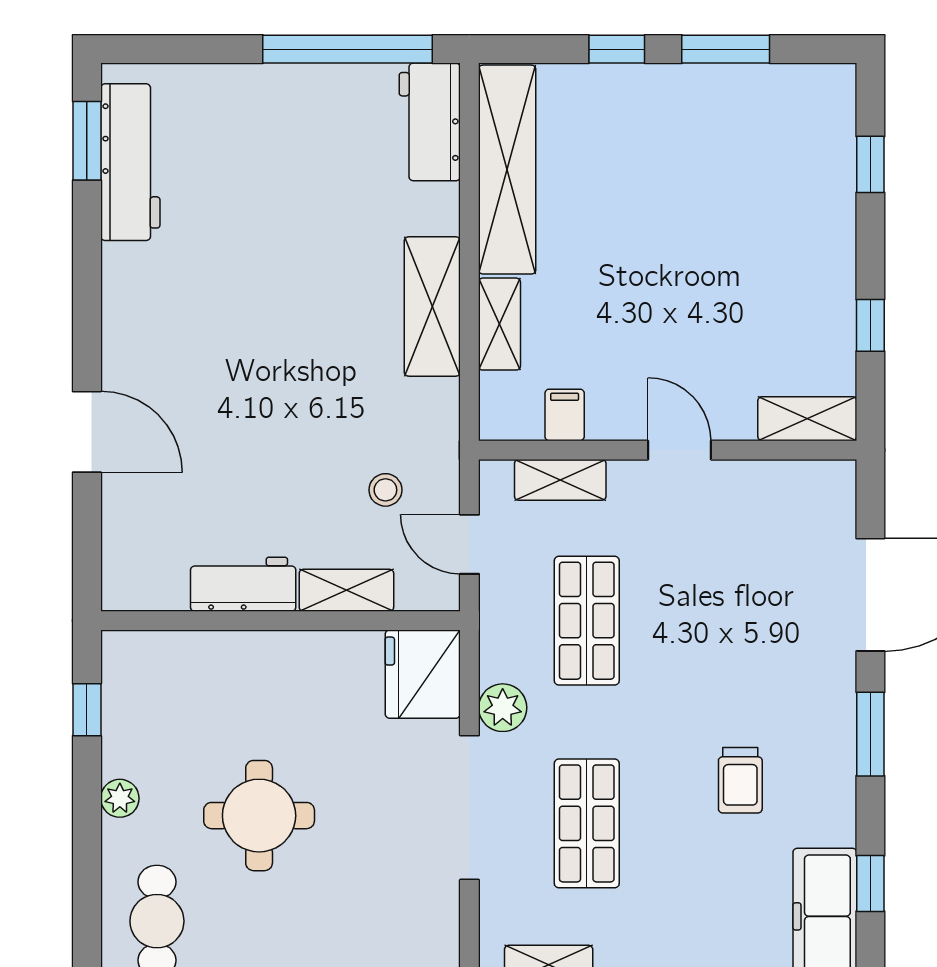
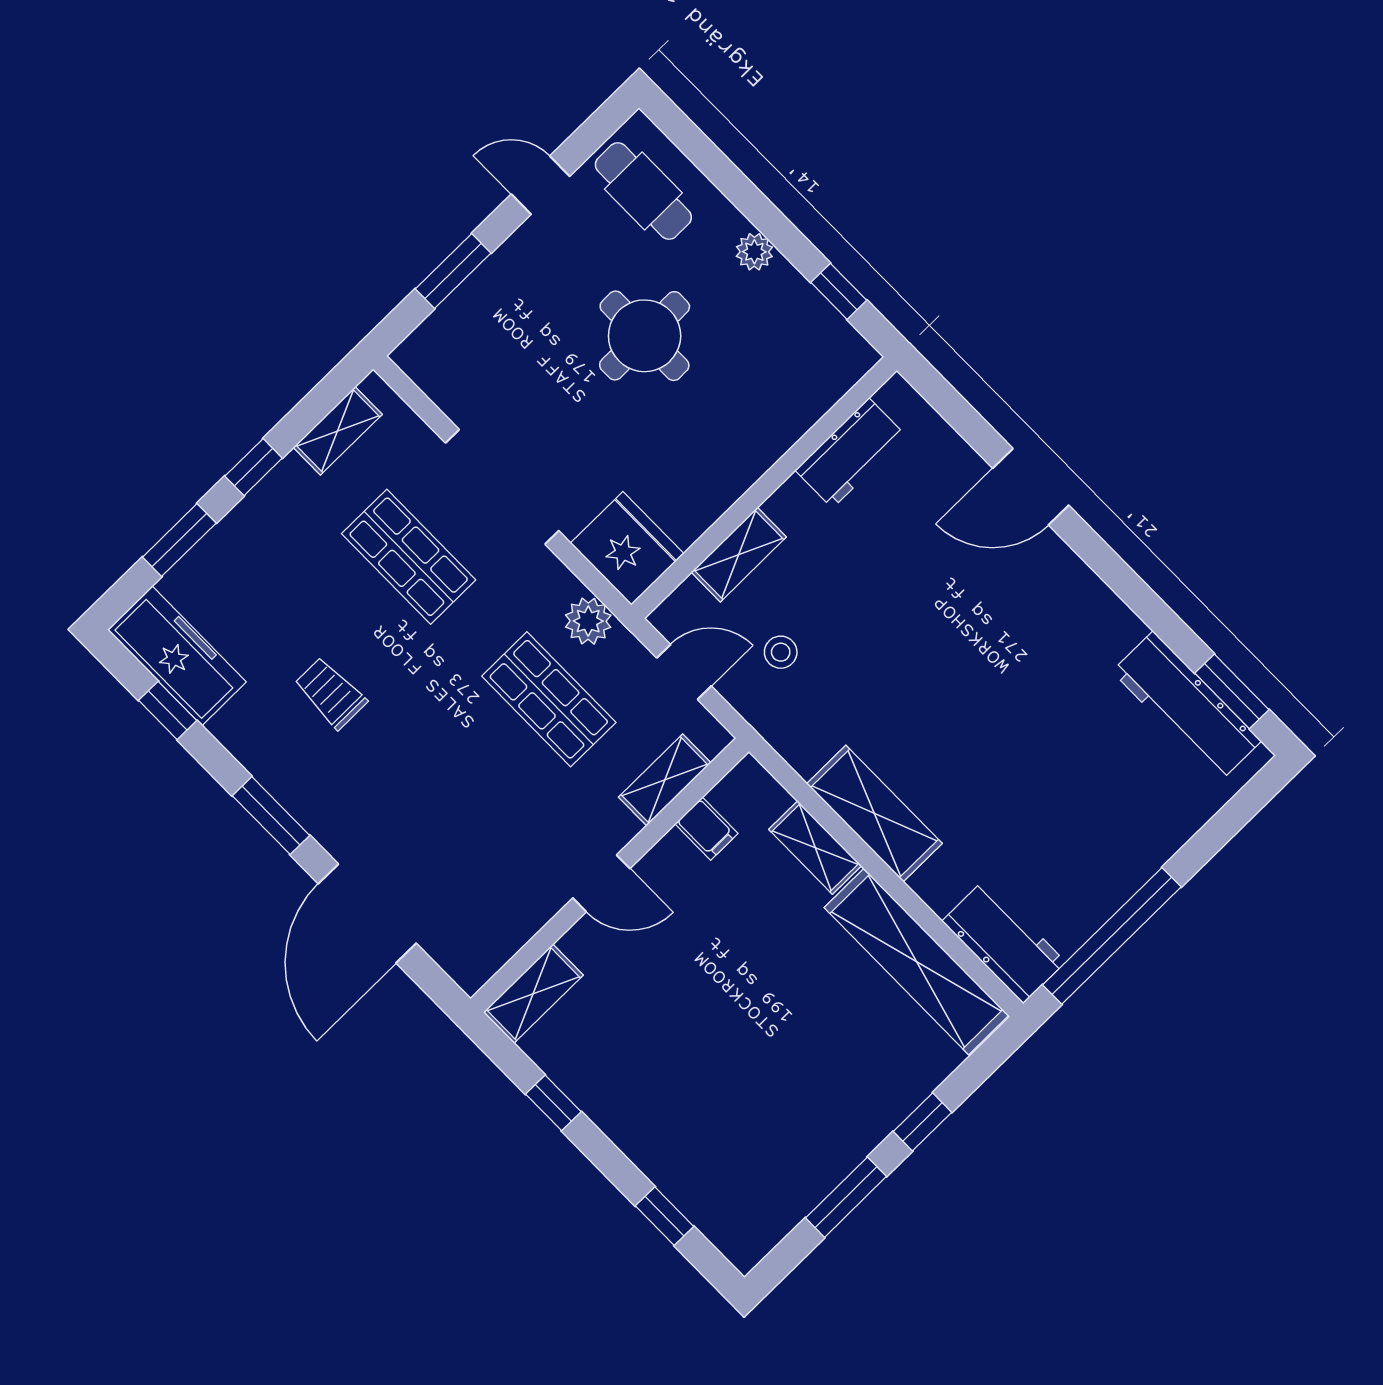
workbench: (243, 584) -> (851, 453), moved
plant: (503, 708) -> (588, 621), moved

